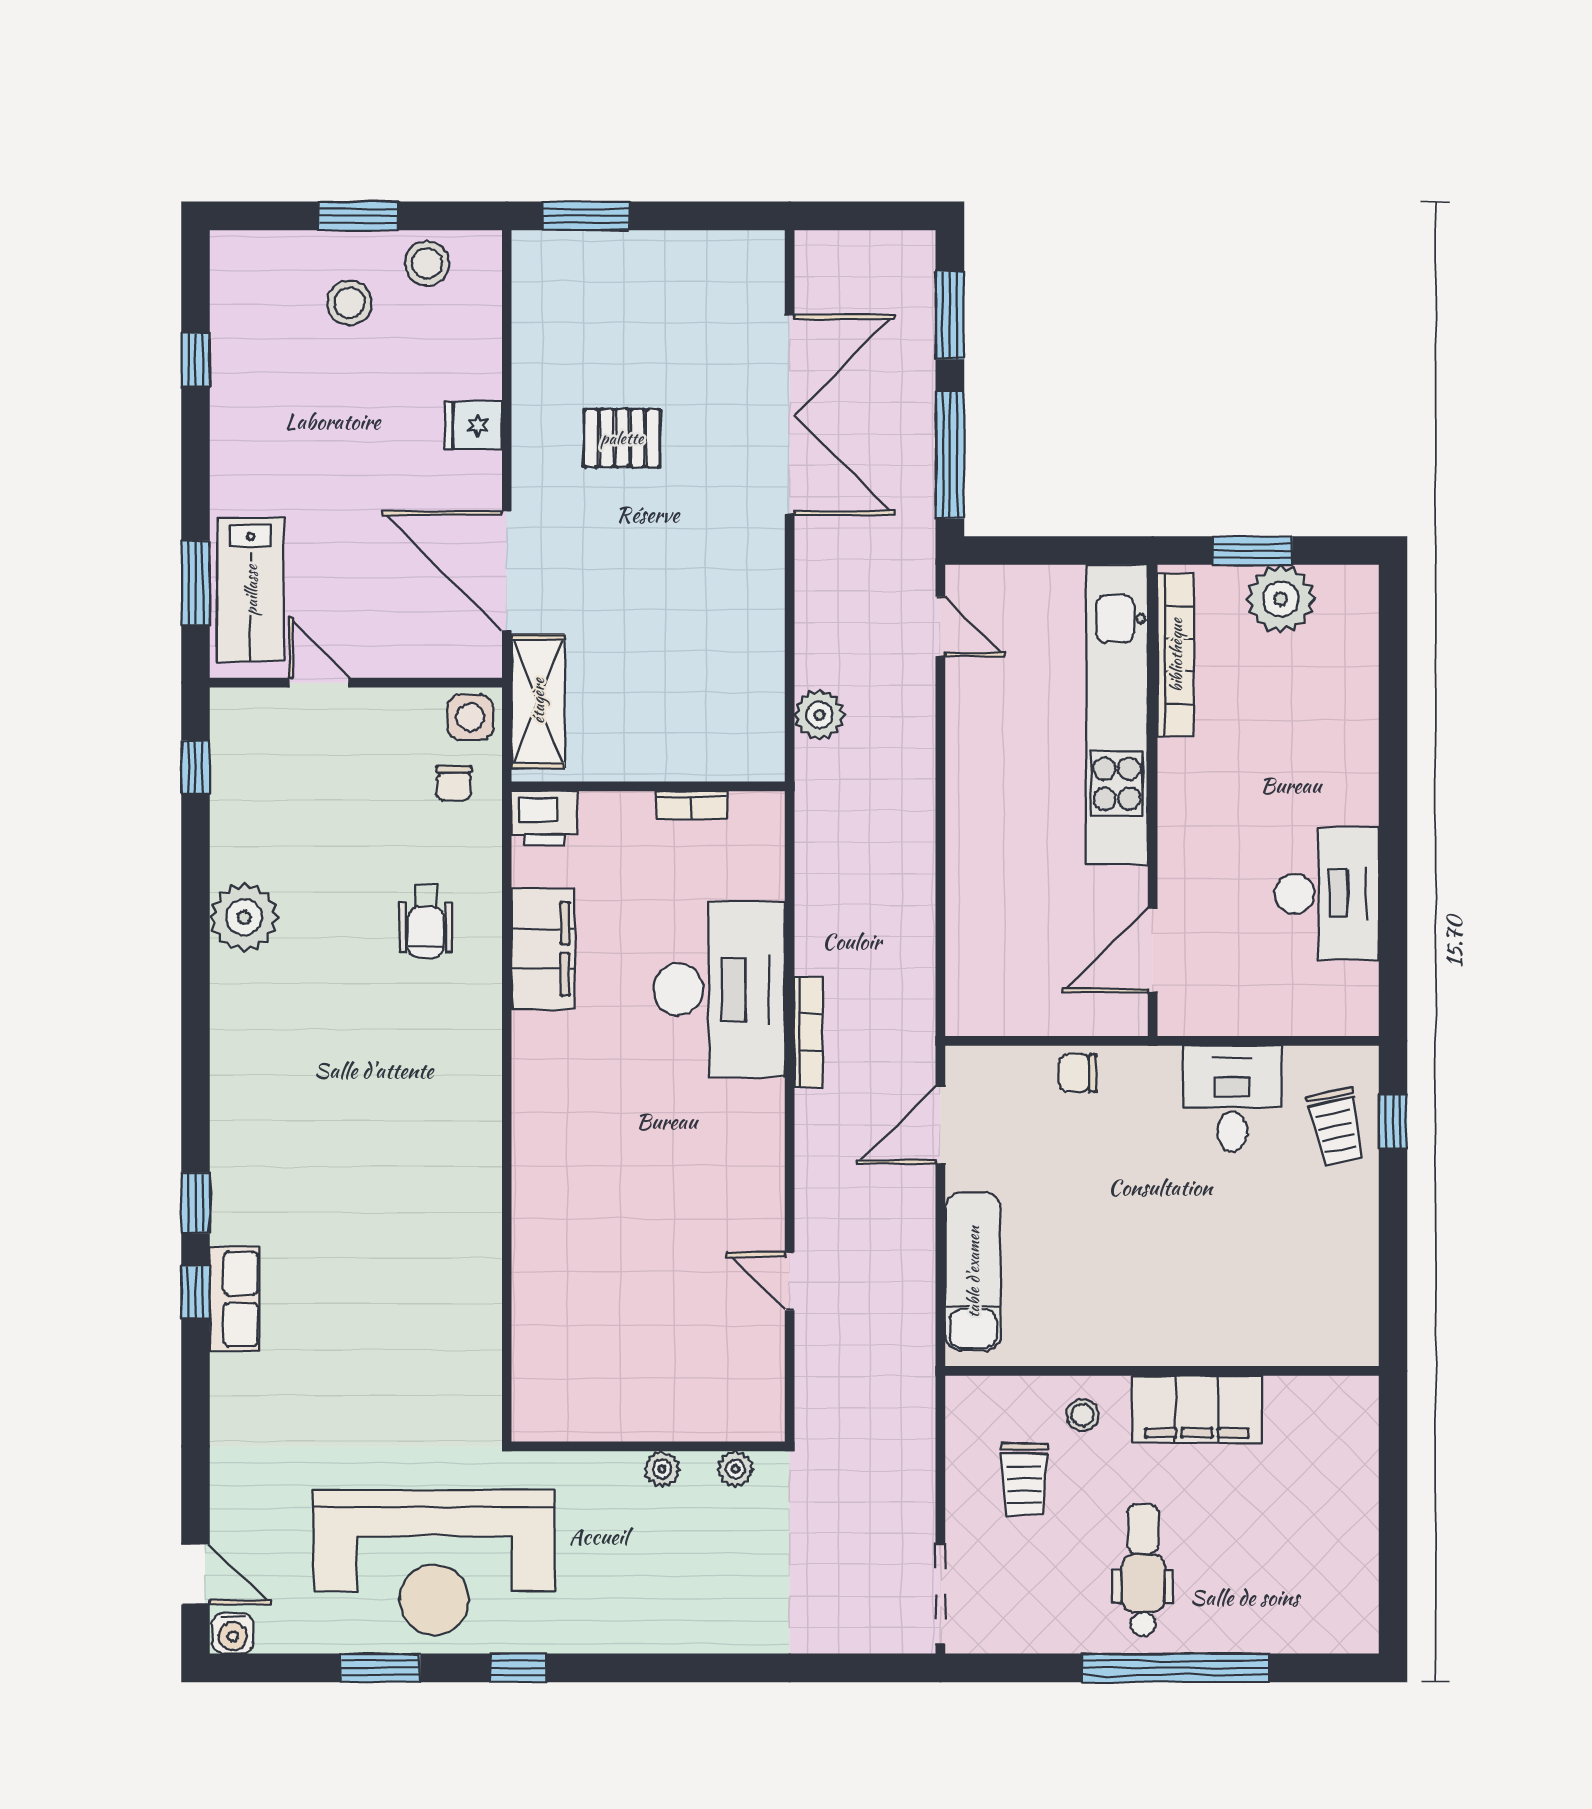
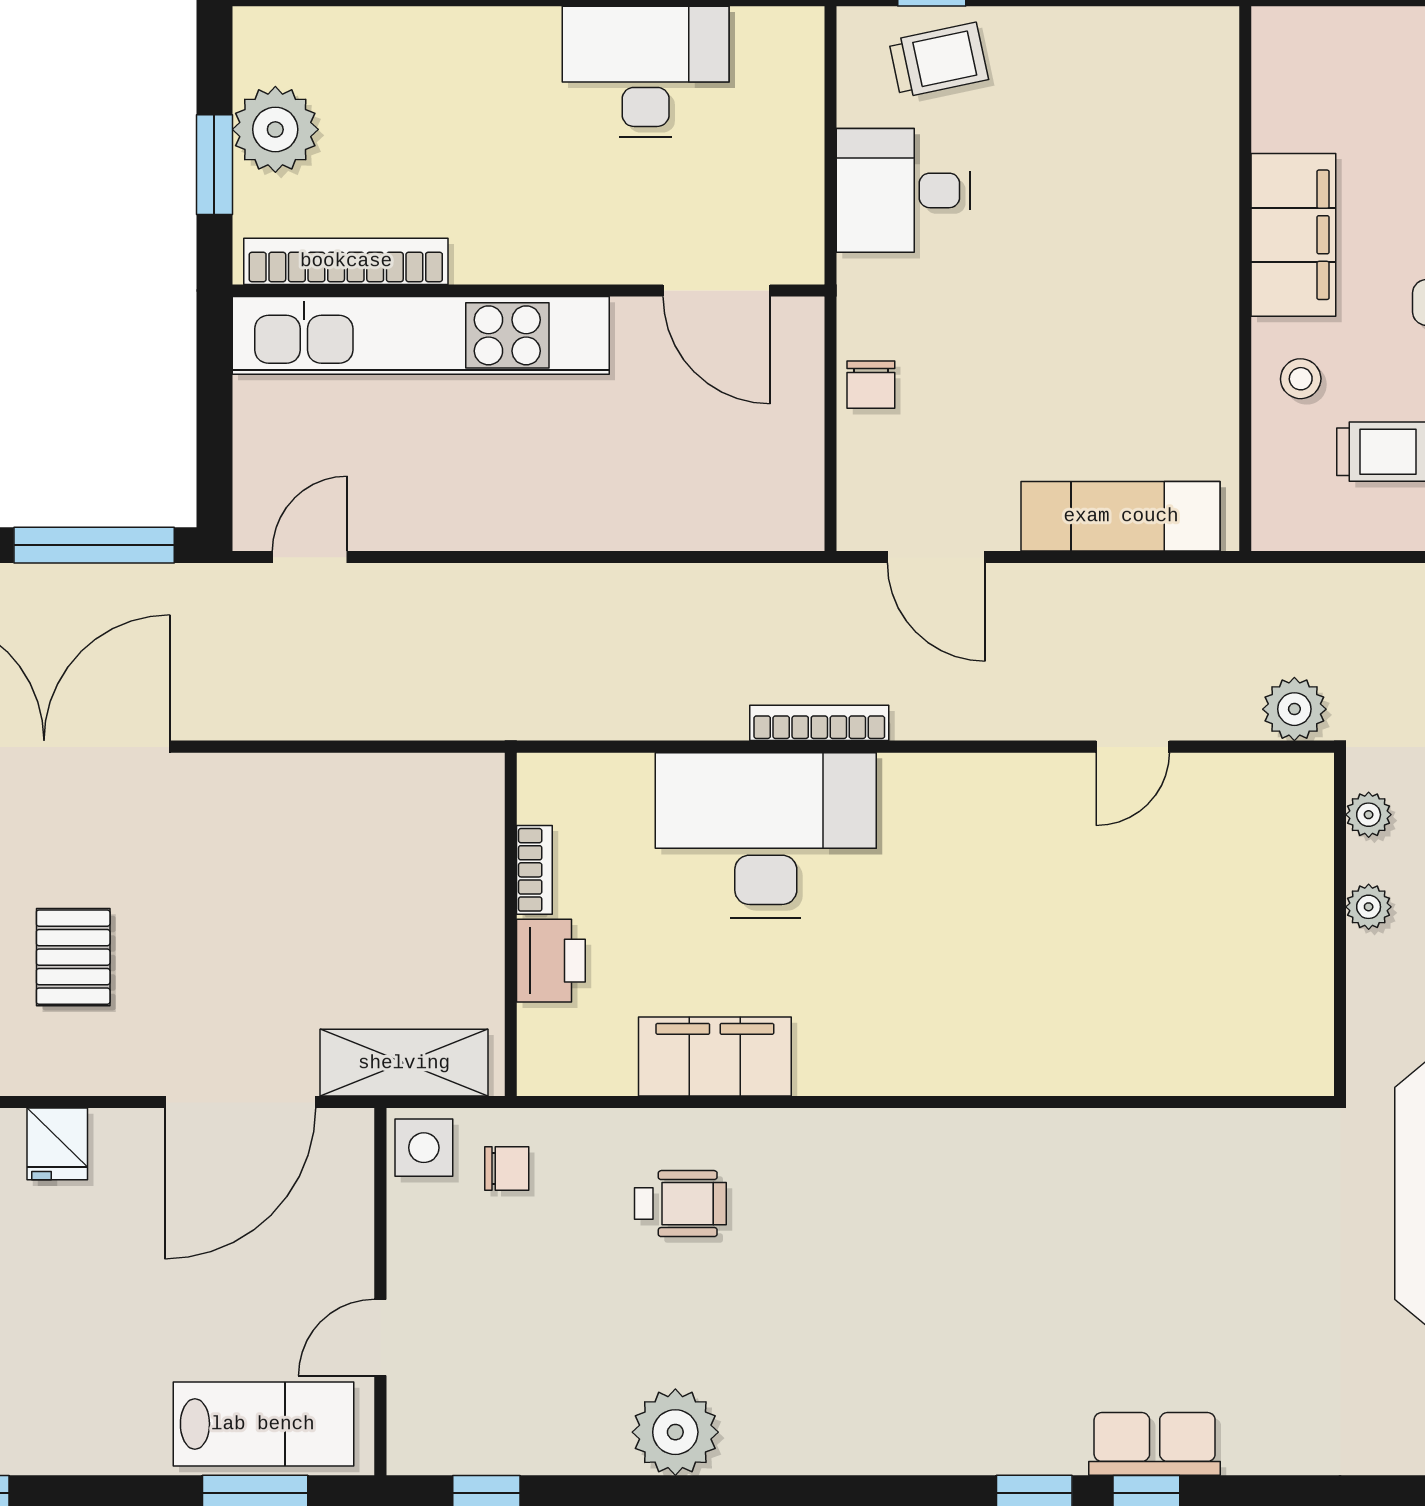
plant: (819, 715) -> (1294, 709), moved
printer: (544, 818) -> (551, 961), moved

